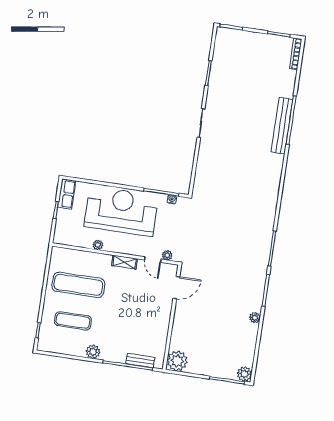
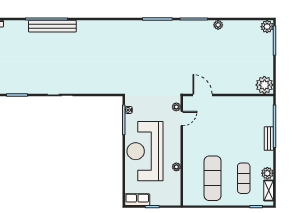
shelving: (124, 262) -> (269, 191), moved
plant: (93, 352) -> (267, 173), moved
bench: (140, 361) -> (269, 139), moved

